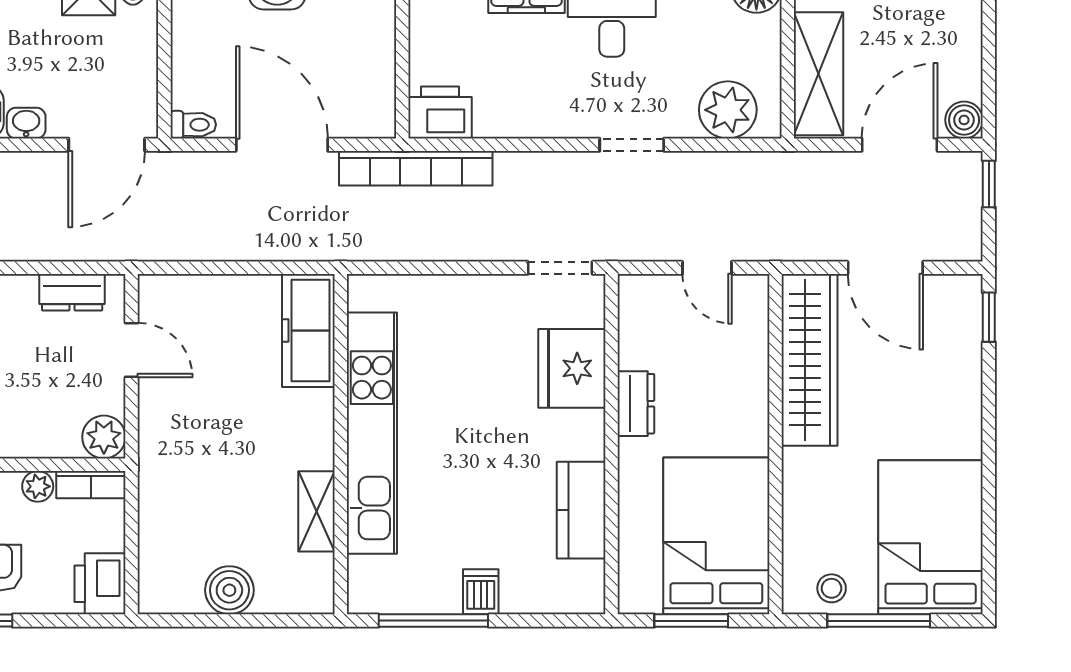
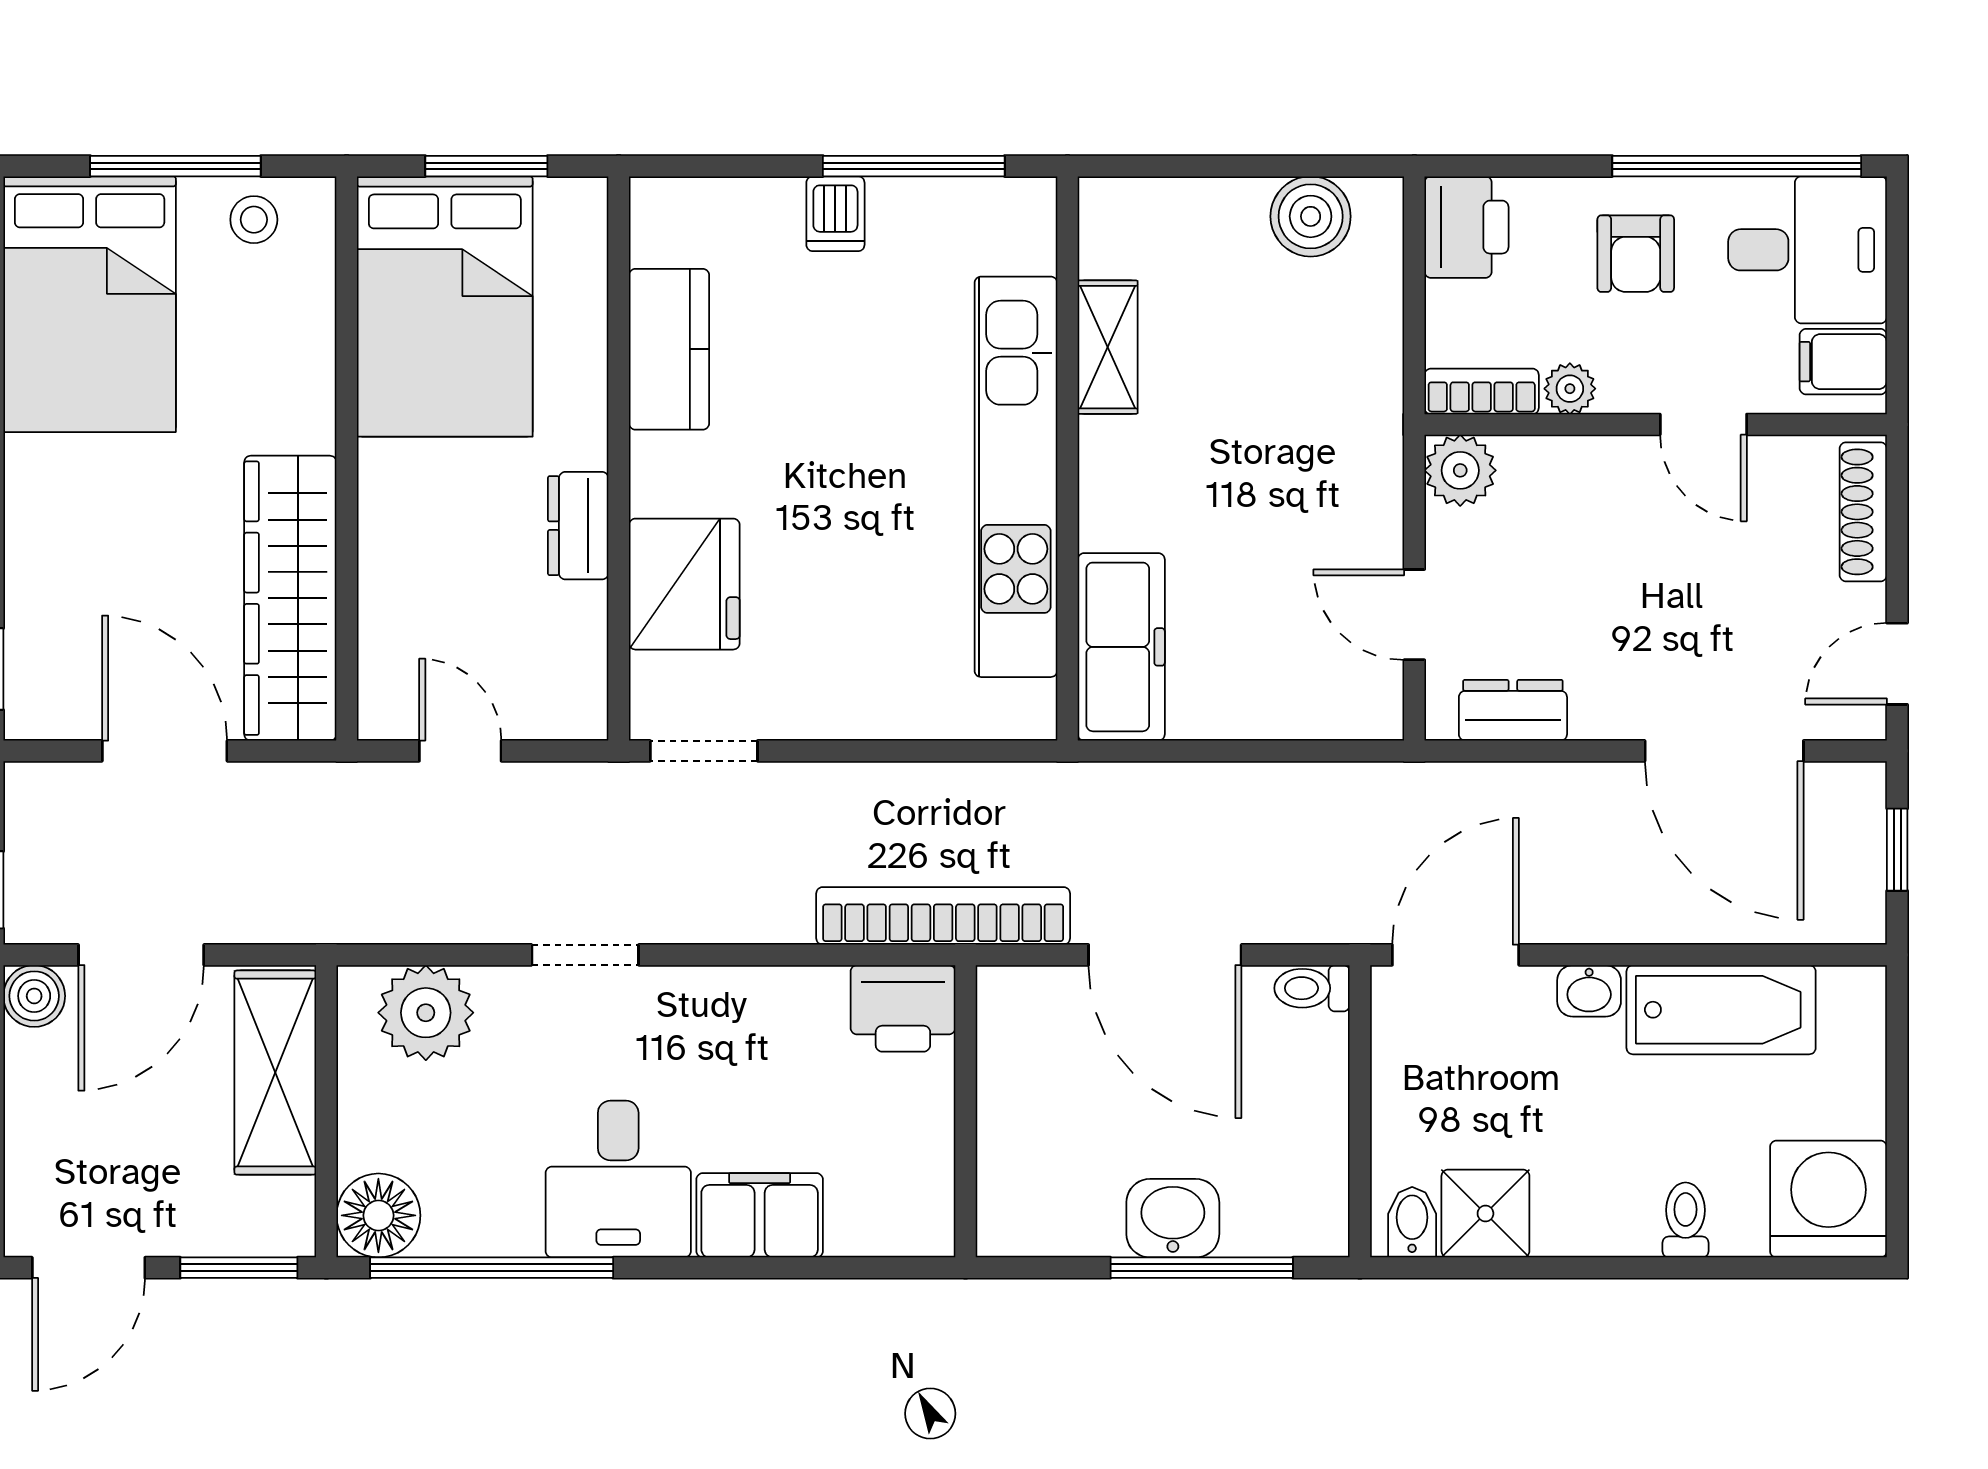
boiler: (229, 590) -> (1311, 216), moved

